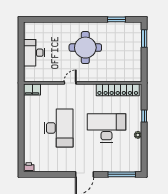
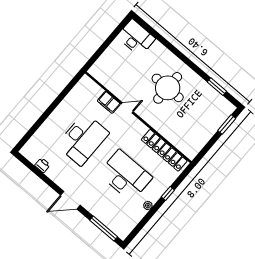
desk: (34, 53) -> (136, 38), moved, turned 90
filing cabinet: (32, 90) -> (109, 102), moved
printer: (29, 167) -> (42, 165), moved

